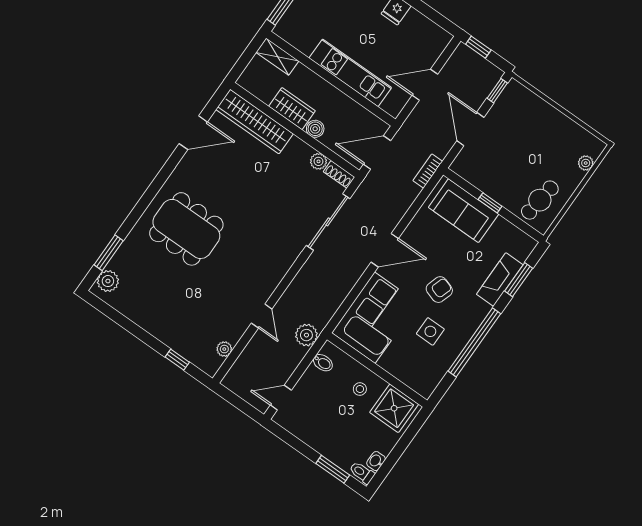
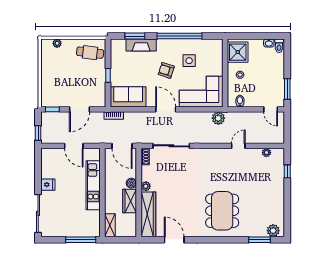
plant: (318, 161) -> (146, 186), moved
sofa: (464, 211) -> (128, 97), moved, turned -90
plant: (306, 335) -> (218, 118), moved
window: (333, 469) -> (287, 89), moved

